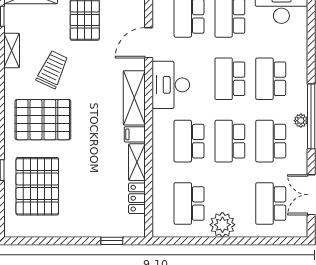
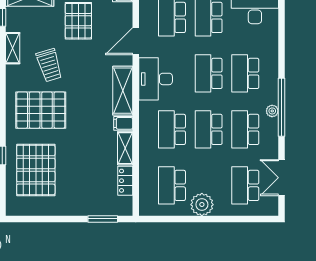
trolley: (52, 70) -> (49, 65), turned 138
window: (112, 241) -> (103, 219), width x1.50

